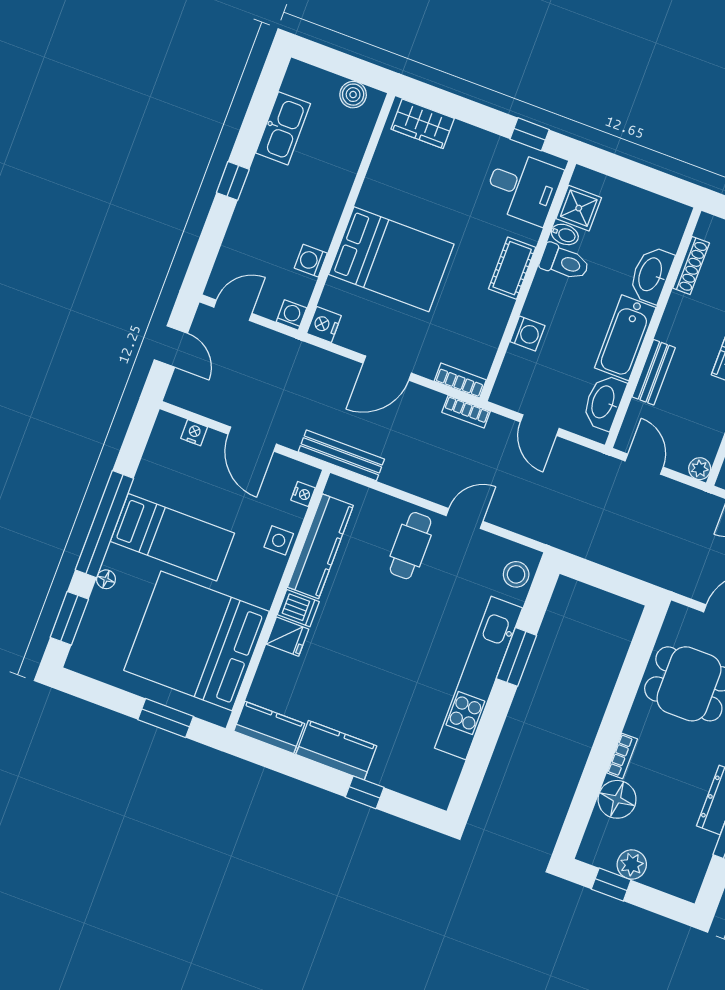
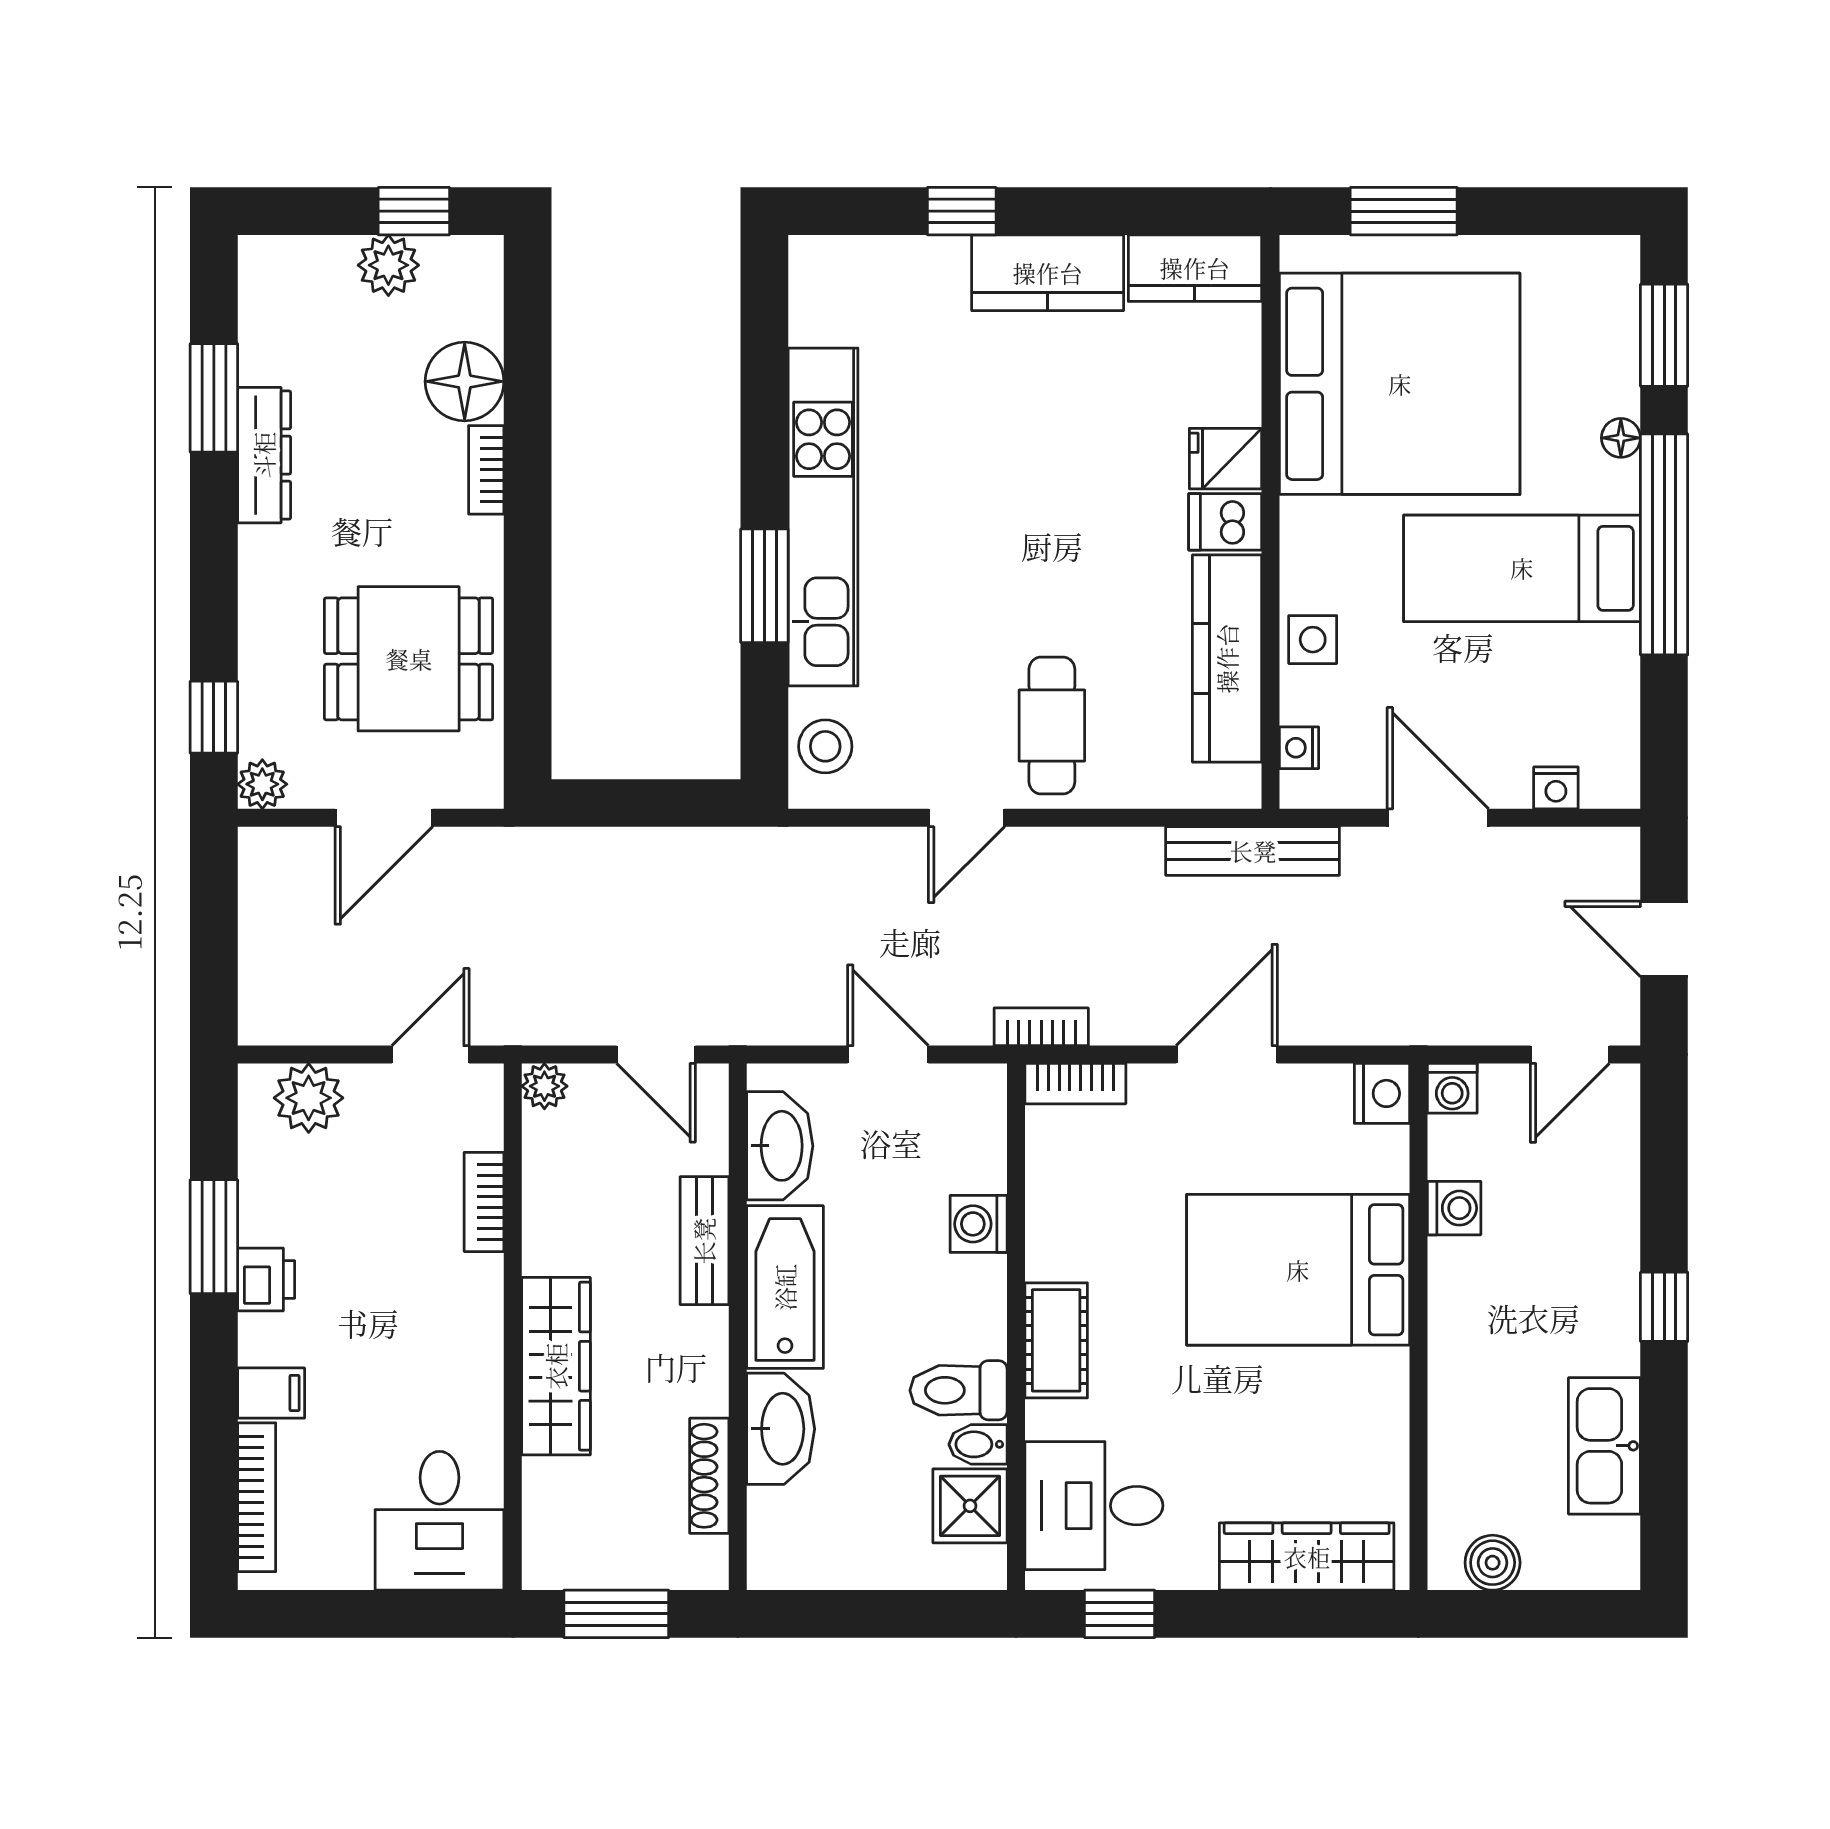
wardrobe: (423, 124) -> (1307, 1557), width x1.50

